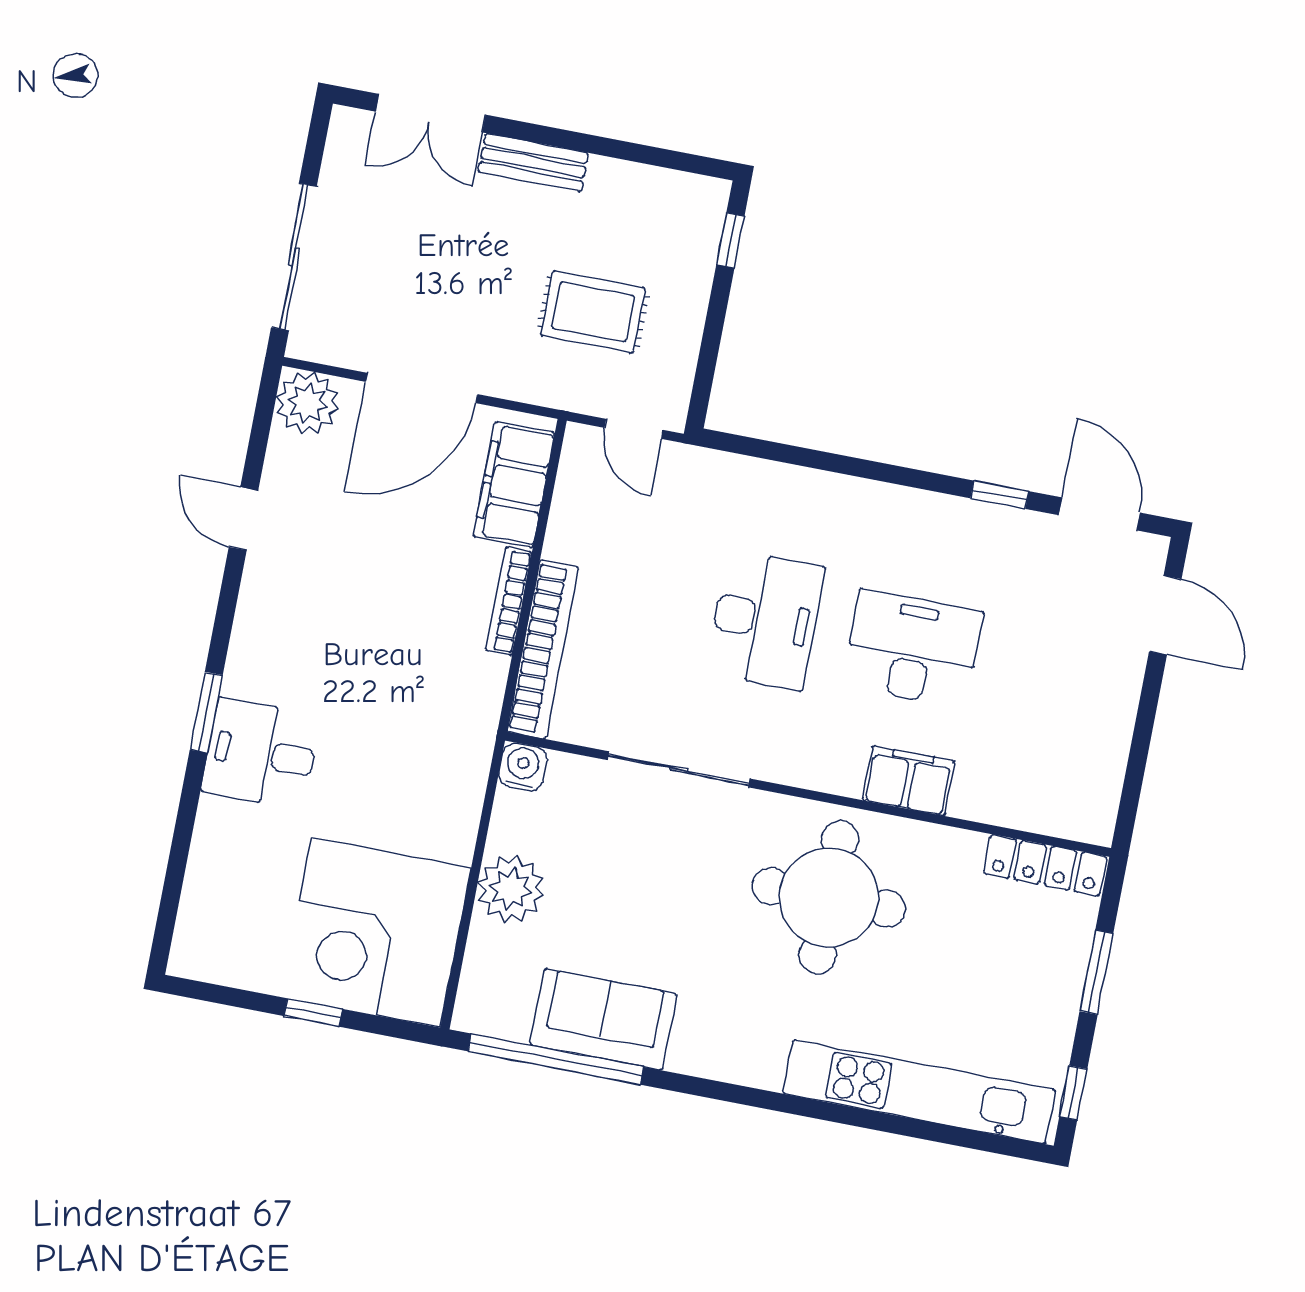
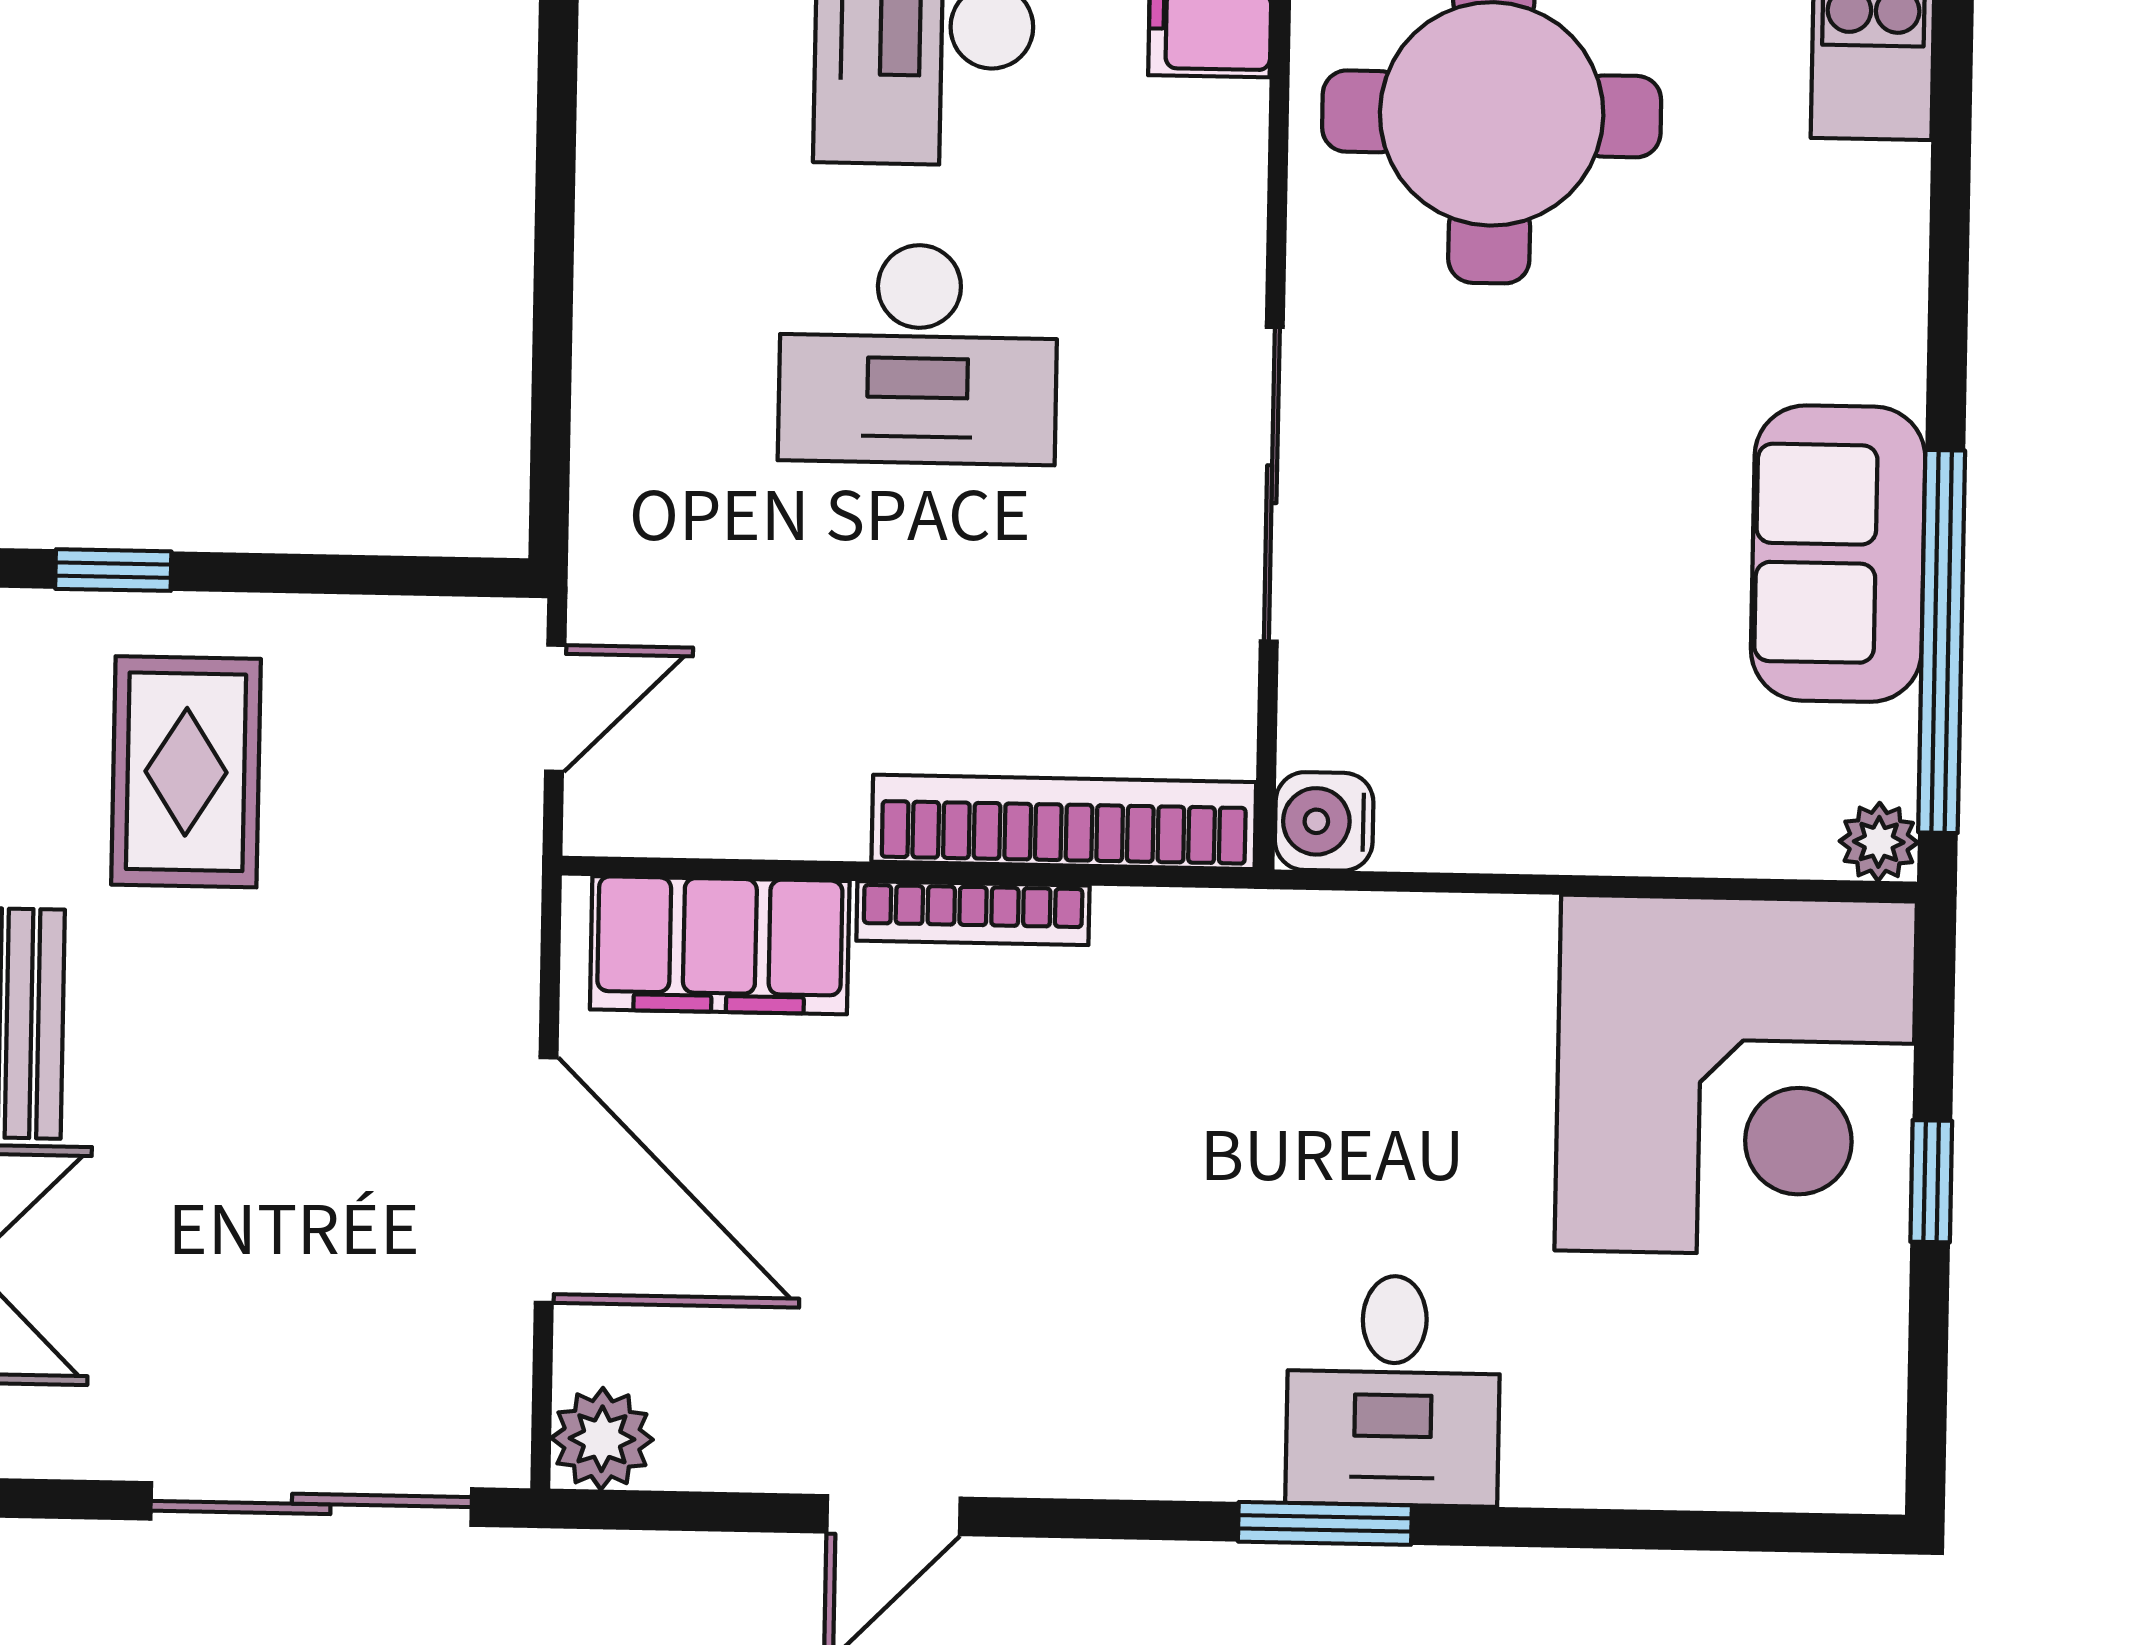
rug: (593, 312) -> (186, 772), moved
plant: (307, 403) -> (602, 1439), width x0.73, depth x0.73
desk: (765, 620) -> (918, 354), turned 180
plant: (511, 889) -> (1879, 842), moved, width x0.53, depth x0.53

